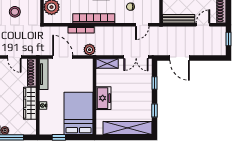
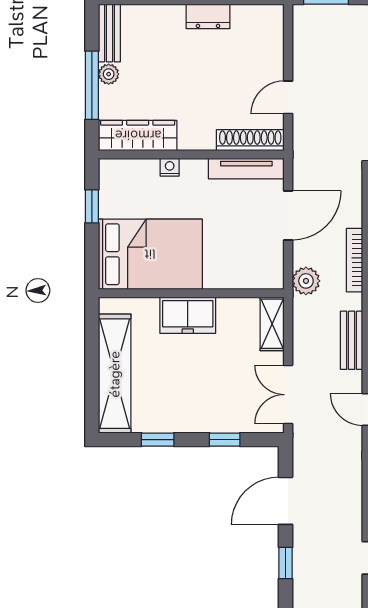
bench: (114, 31) -> (352, 340), added
window: (205, 58) -> (286, 563), added
wardrobe: (30, 103) -> (138, 135), moved

